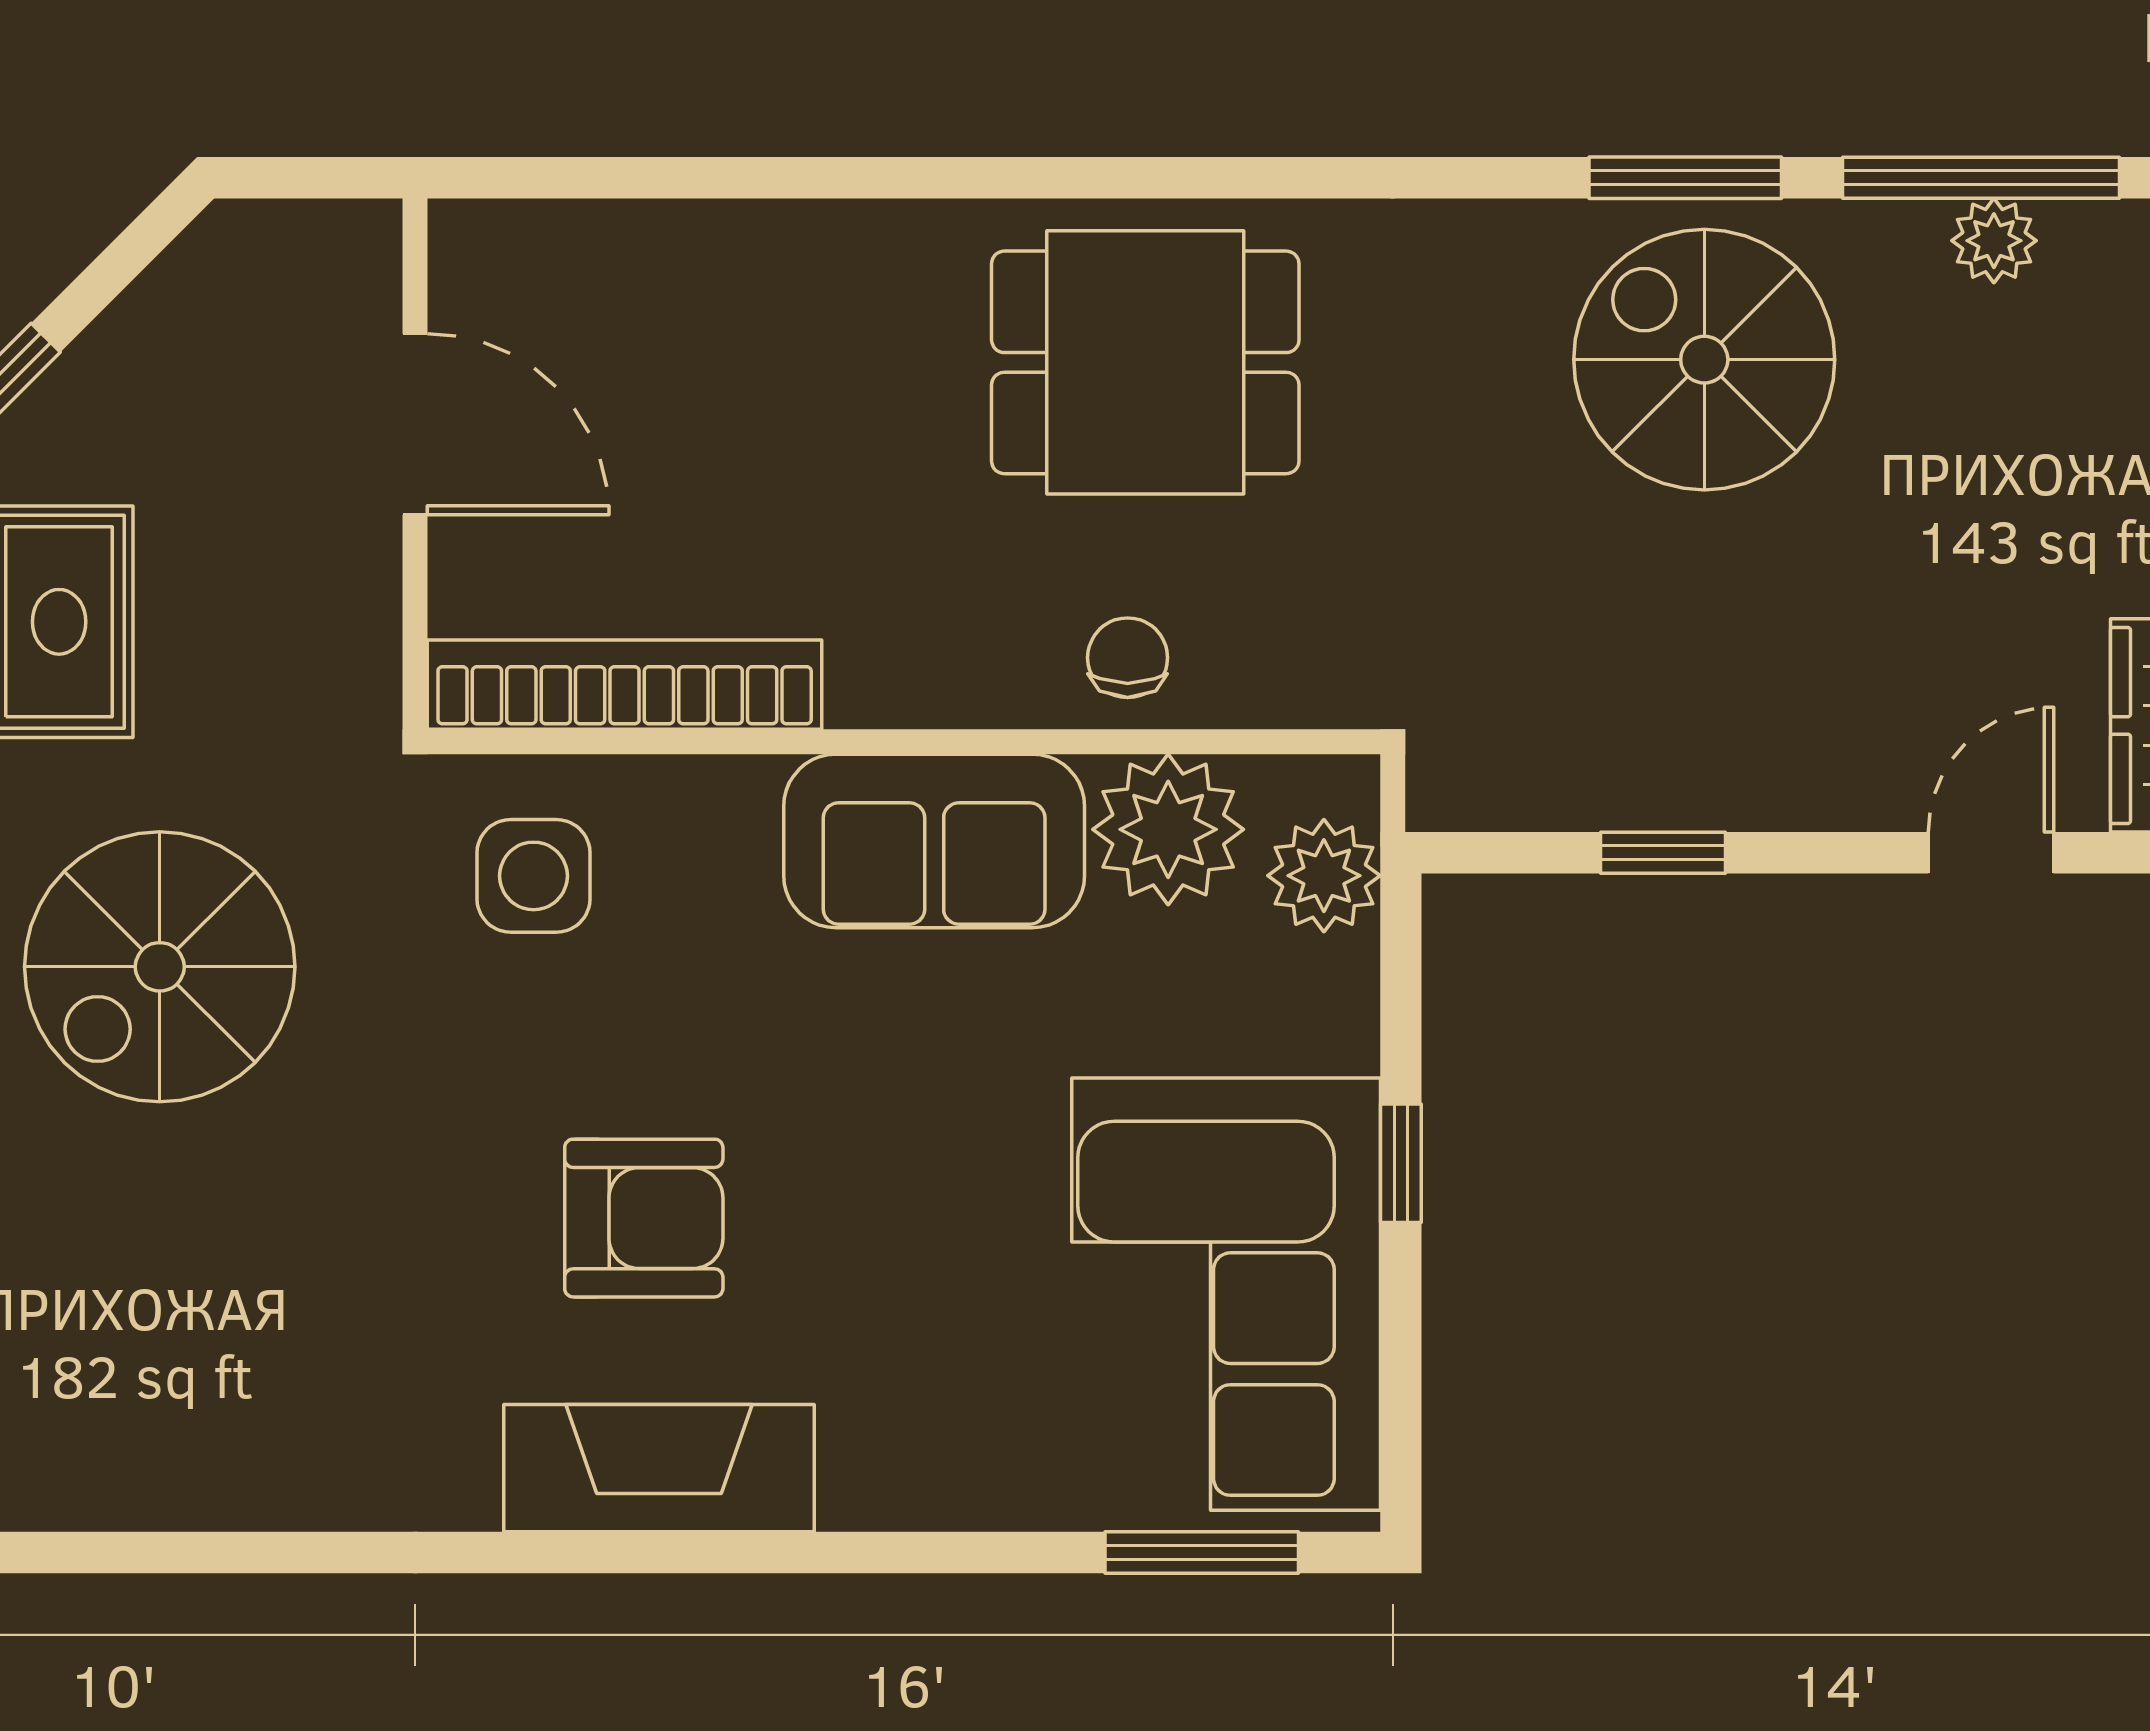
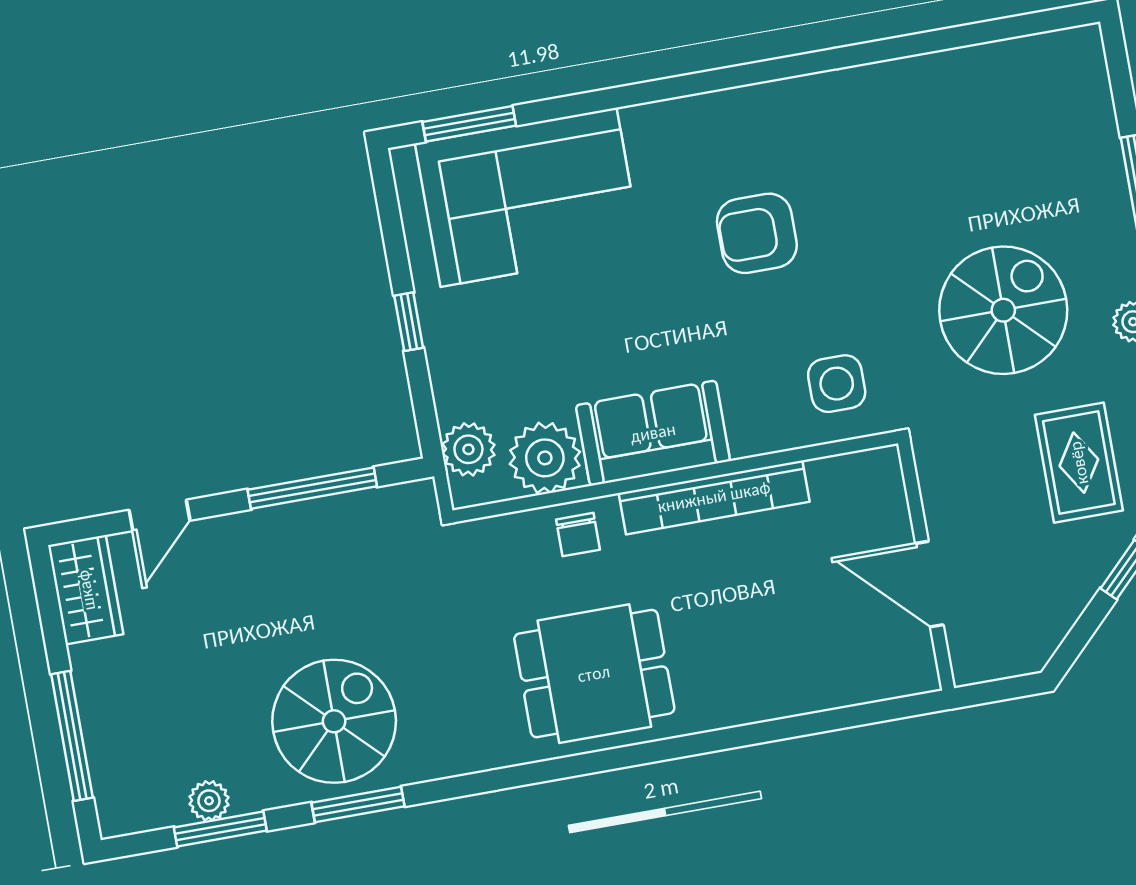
window: (1981, 178) -> (220, 829), width x0.69
spiral stairs: (1704, 360) -> (334, 721), turned -90
bookcase: (625, 685) -> (714, 497), moved
window: (1663, 853) -> (312, 488), width x2.17
corner sofa: (1226, 1294) -> (528, 197), moved, turned 90
fireplace: (659, 1468) -> (729, 118), removed

